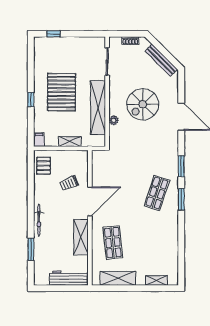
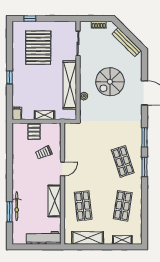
pallet: (62, 92) -> (38, 48), moved
pallet: (44, 166) -> (34, 132), moved
shop shelf: (157, 193) -> (123, 161), turned -36
door: (90, 201) -> (62, 169), width x0.53
bicycle: (39, 220) -> (17, 206), moved
shop shelf: (157, 242) -> (123, 206), added

